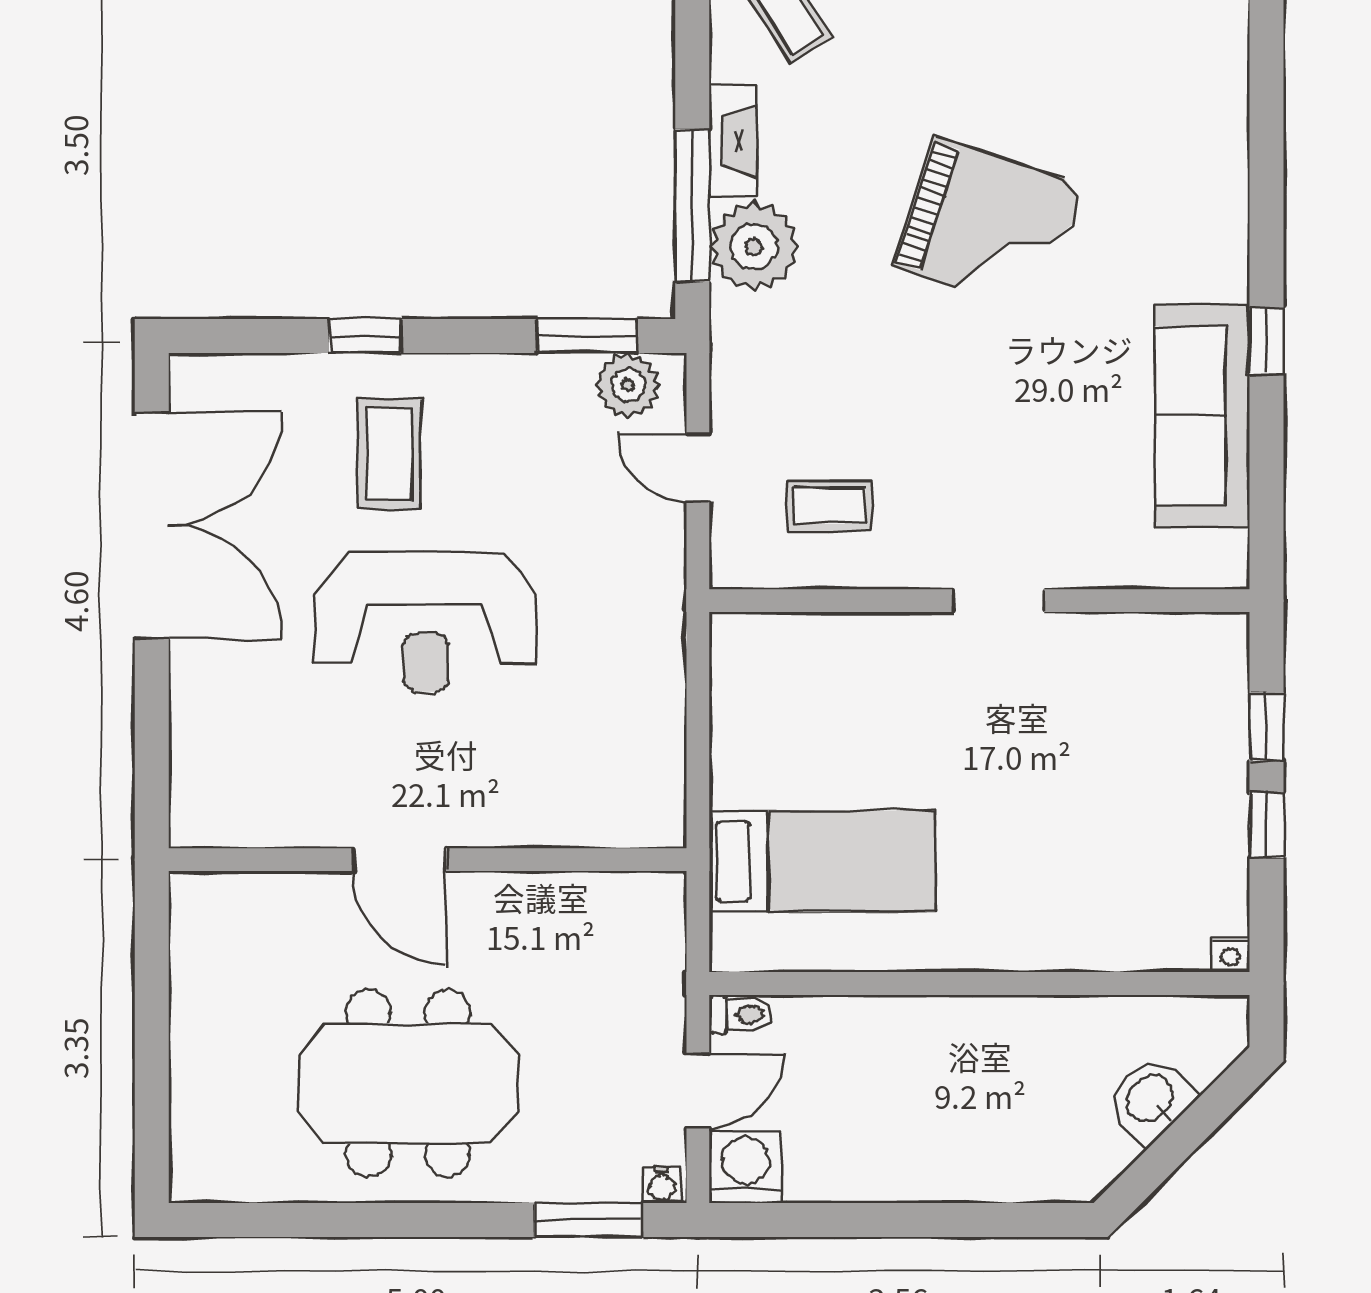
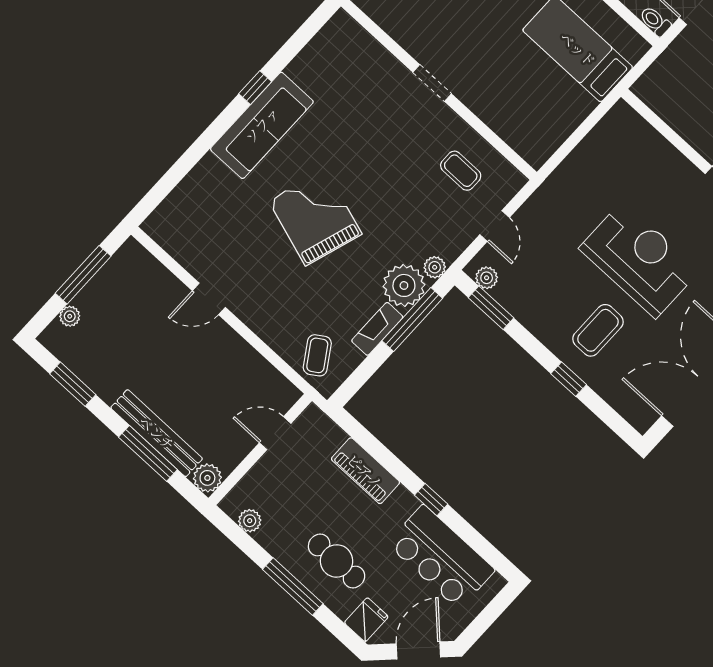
plant: (732, 319) -> (435, 267), added
plant: (628, 385) -> (487, 278), width x0.73, depth x0.73
sofa: (1202, 416) -> (262, 125), moved

